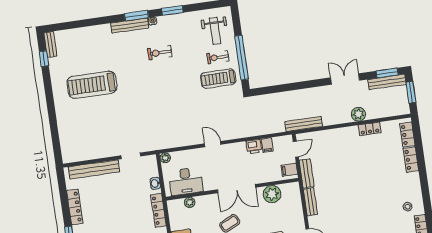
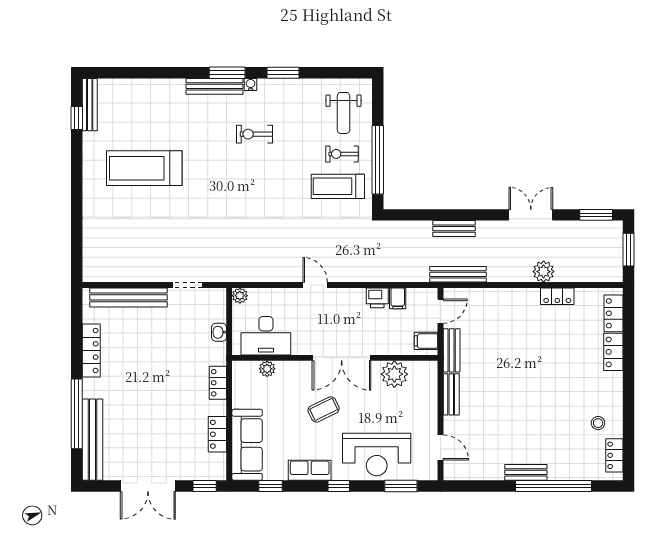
bench: (50, 44) -> (90, 105), width x1.36
bench: (387, 82) -> (454, 229), moved, width x0.73
locker: (158, 210) -> (218, 383), width x0.66

